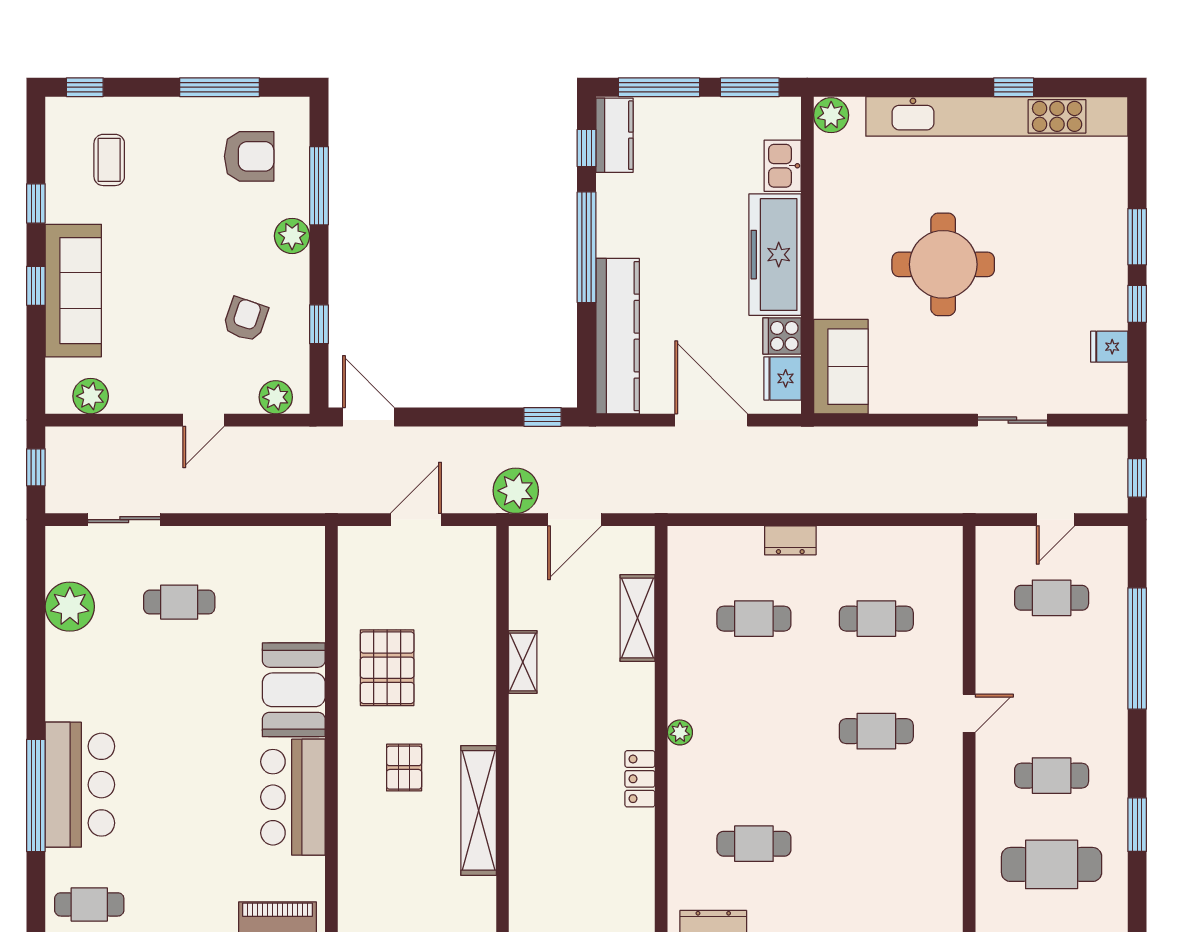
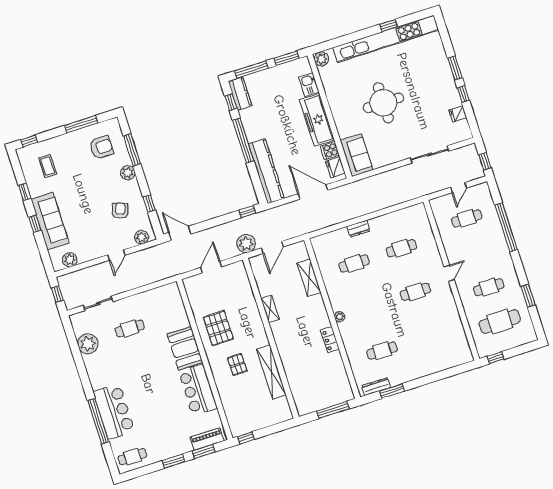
sliding door: (1012, 420) -> (429, 154), width x1.37

